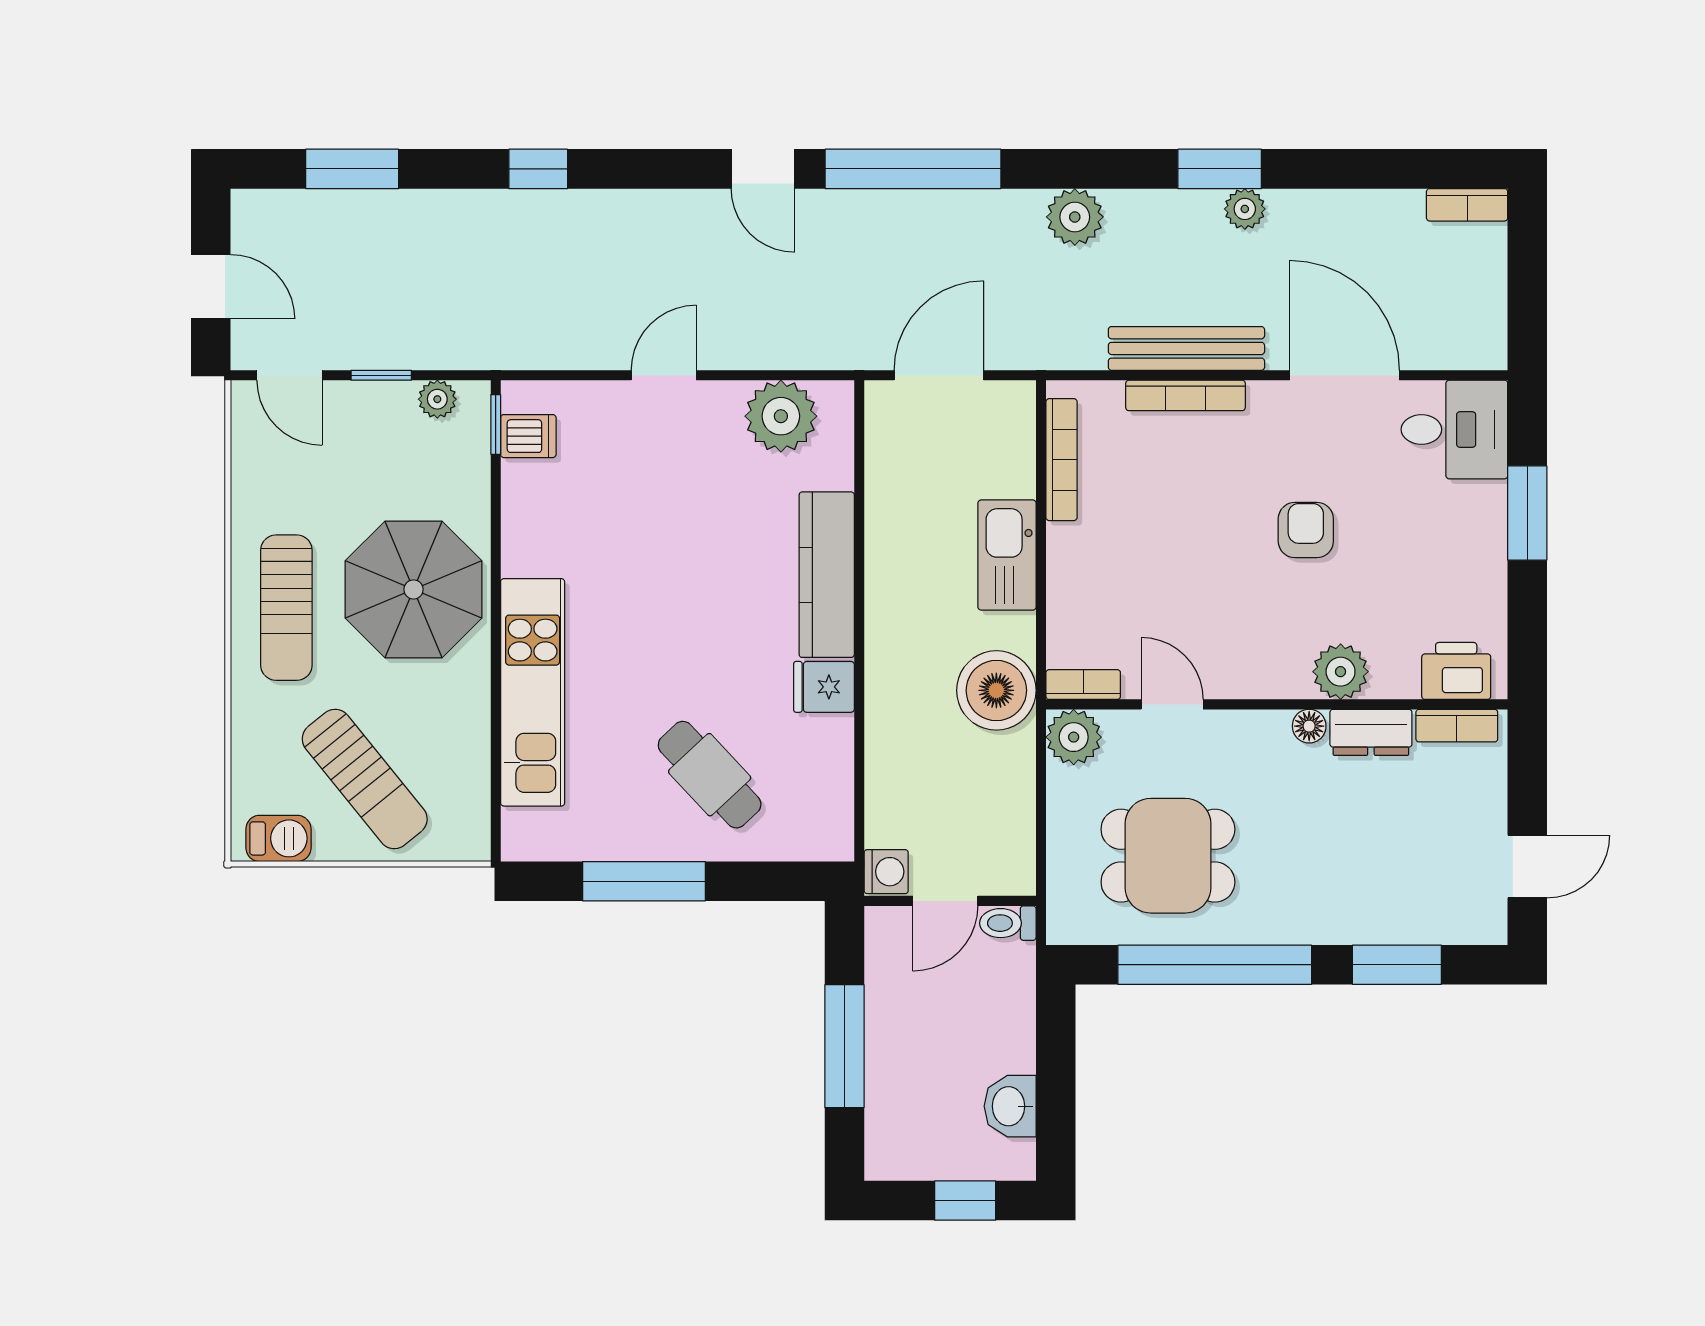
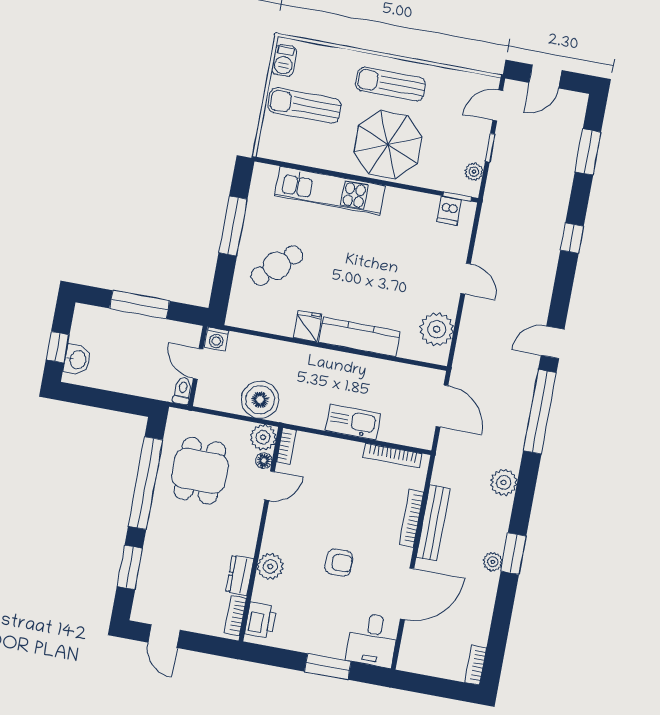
boiler: (996, 690) -> (260, 400), moved
floor lamp: (1309, 726) -> (264, 461), moved
sun lounger: (365, 779) -> (304, 105), turned 39
washbasin: (1010, 1106) -> (77, 360), moved, turned 90

